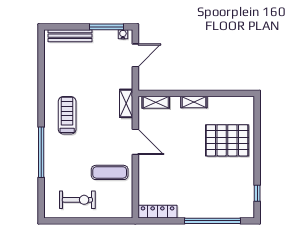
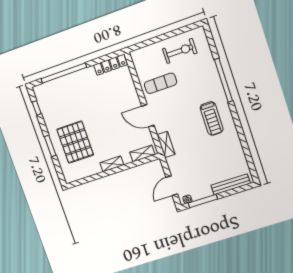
pallet: (227, 140) -> (75, 142), turned 90
window: (257, 146) -> (50, 146), added
exercise bike: (77, 200) -> (180, 51), turned 180

